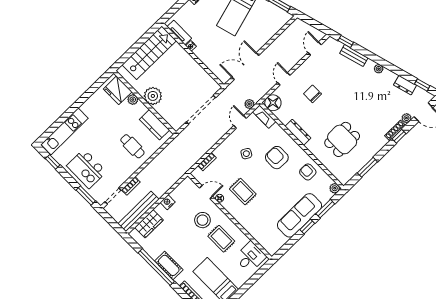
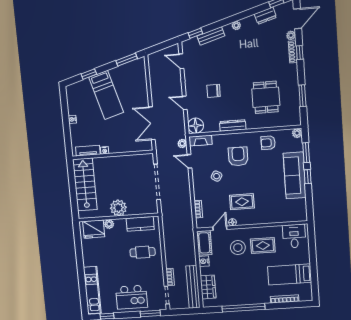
armchair: (277, 158) -> (238, 156), turned 89
cot: (169, 265) -> (204, 243), moved, turned 90

